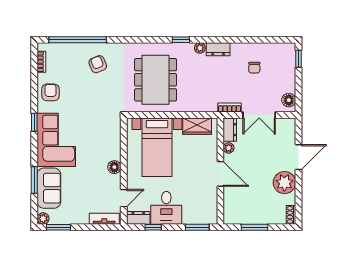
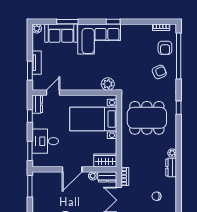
window: (181, 40) -> (179, 108), moved
armchair: (51, 92) -> (165, 48), moved, turned 90
wardrobe: (197, 126) -> (105, 160), moved, turned 90
plant: (113, 129) -> (108, 84), added
floor lamp: (114, 167) -> (78, 85), removed
door: (124, 198) -> (53, 93), swing flipped
desk: (166, 208) -> (45, 141), moved
tv unit: (104, 219) -> (37, 63), moved
window: (59, 227) -> (30, 71), moved
window: (255, 227) -> (30, 186), moved

